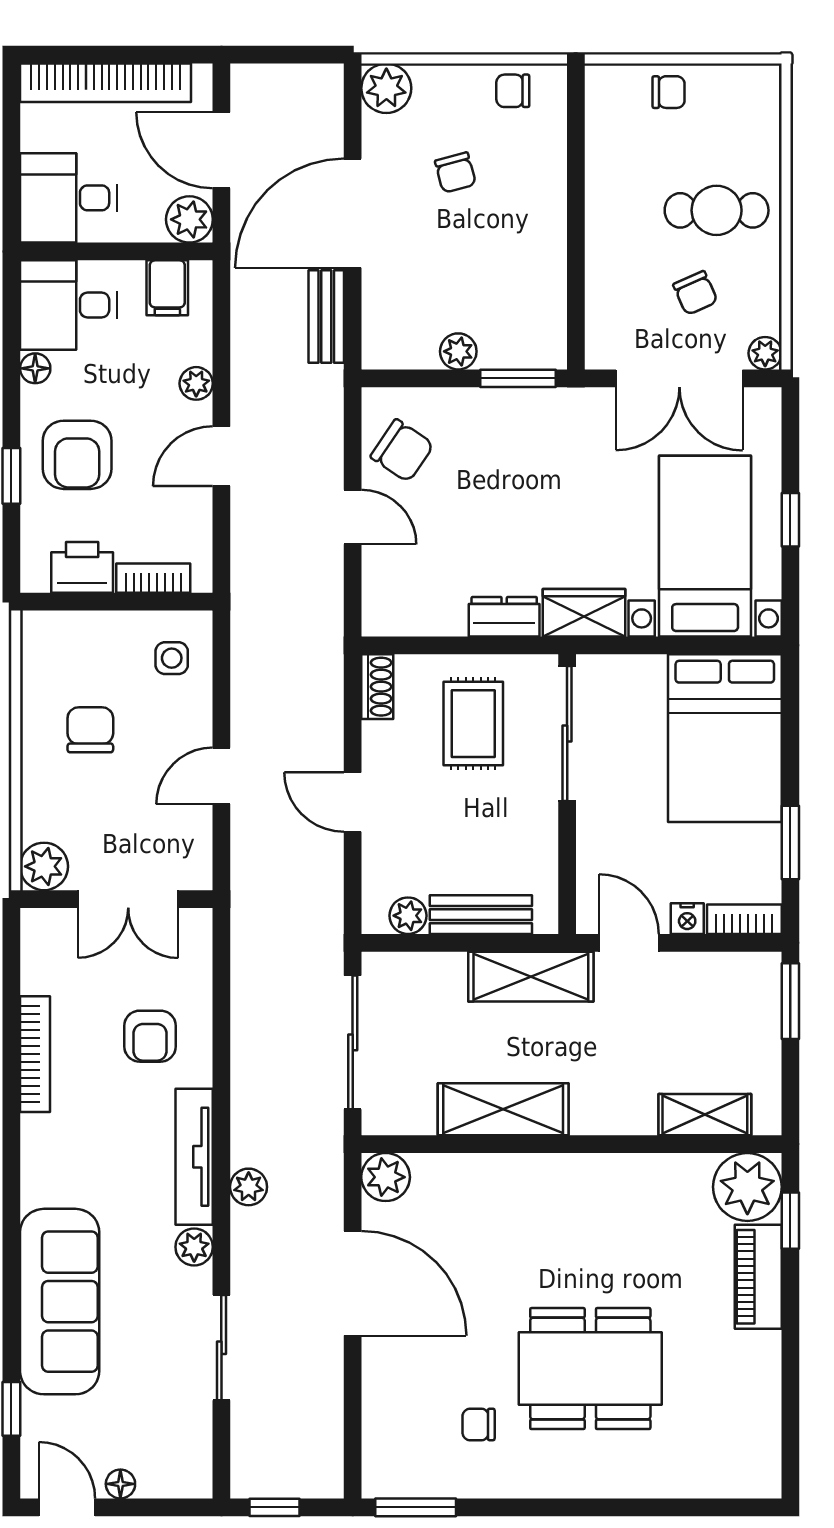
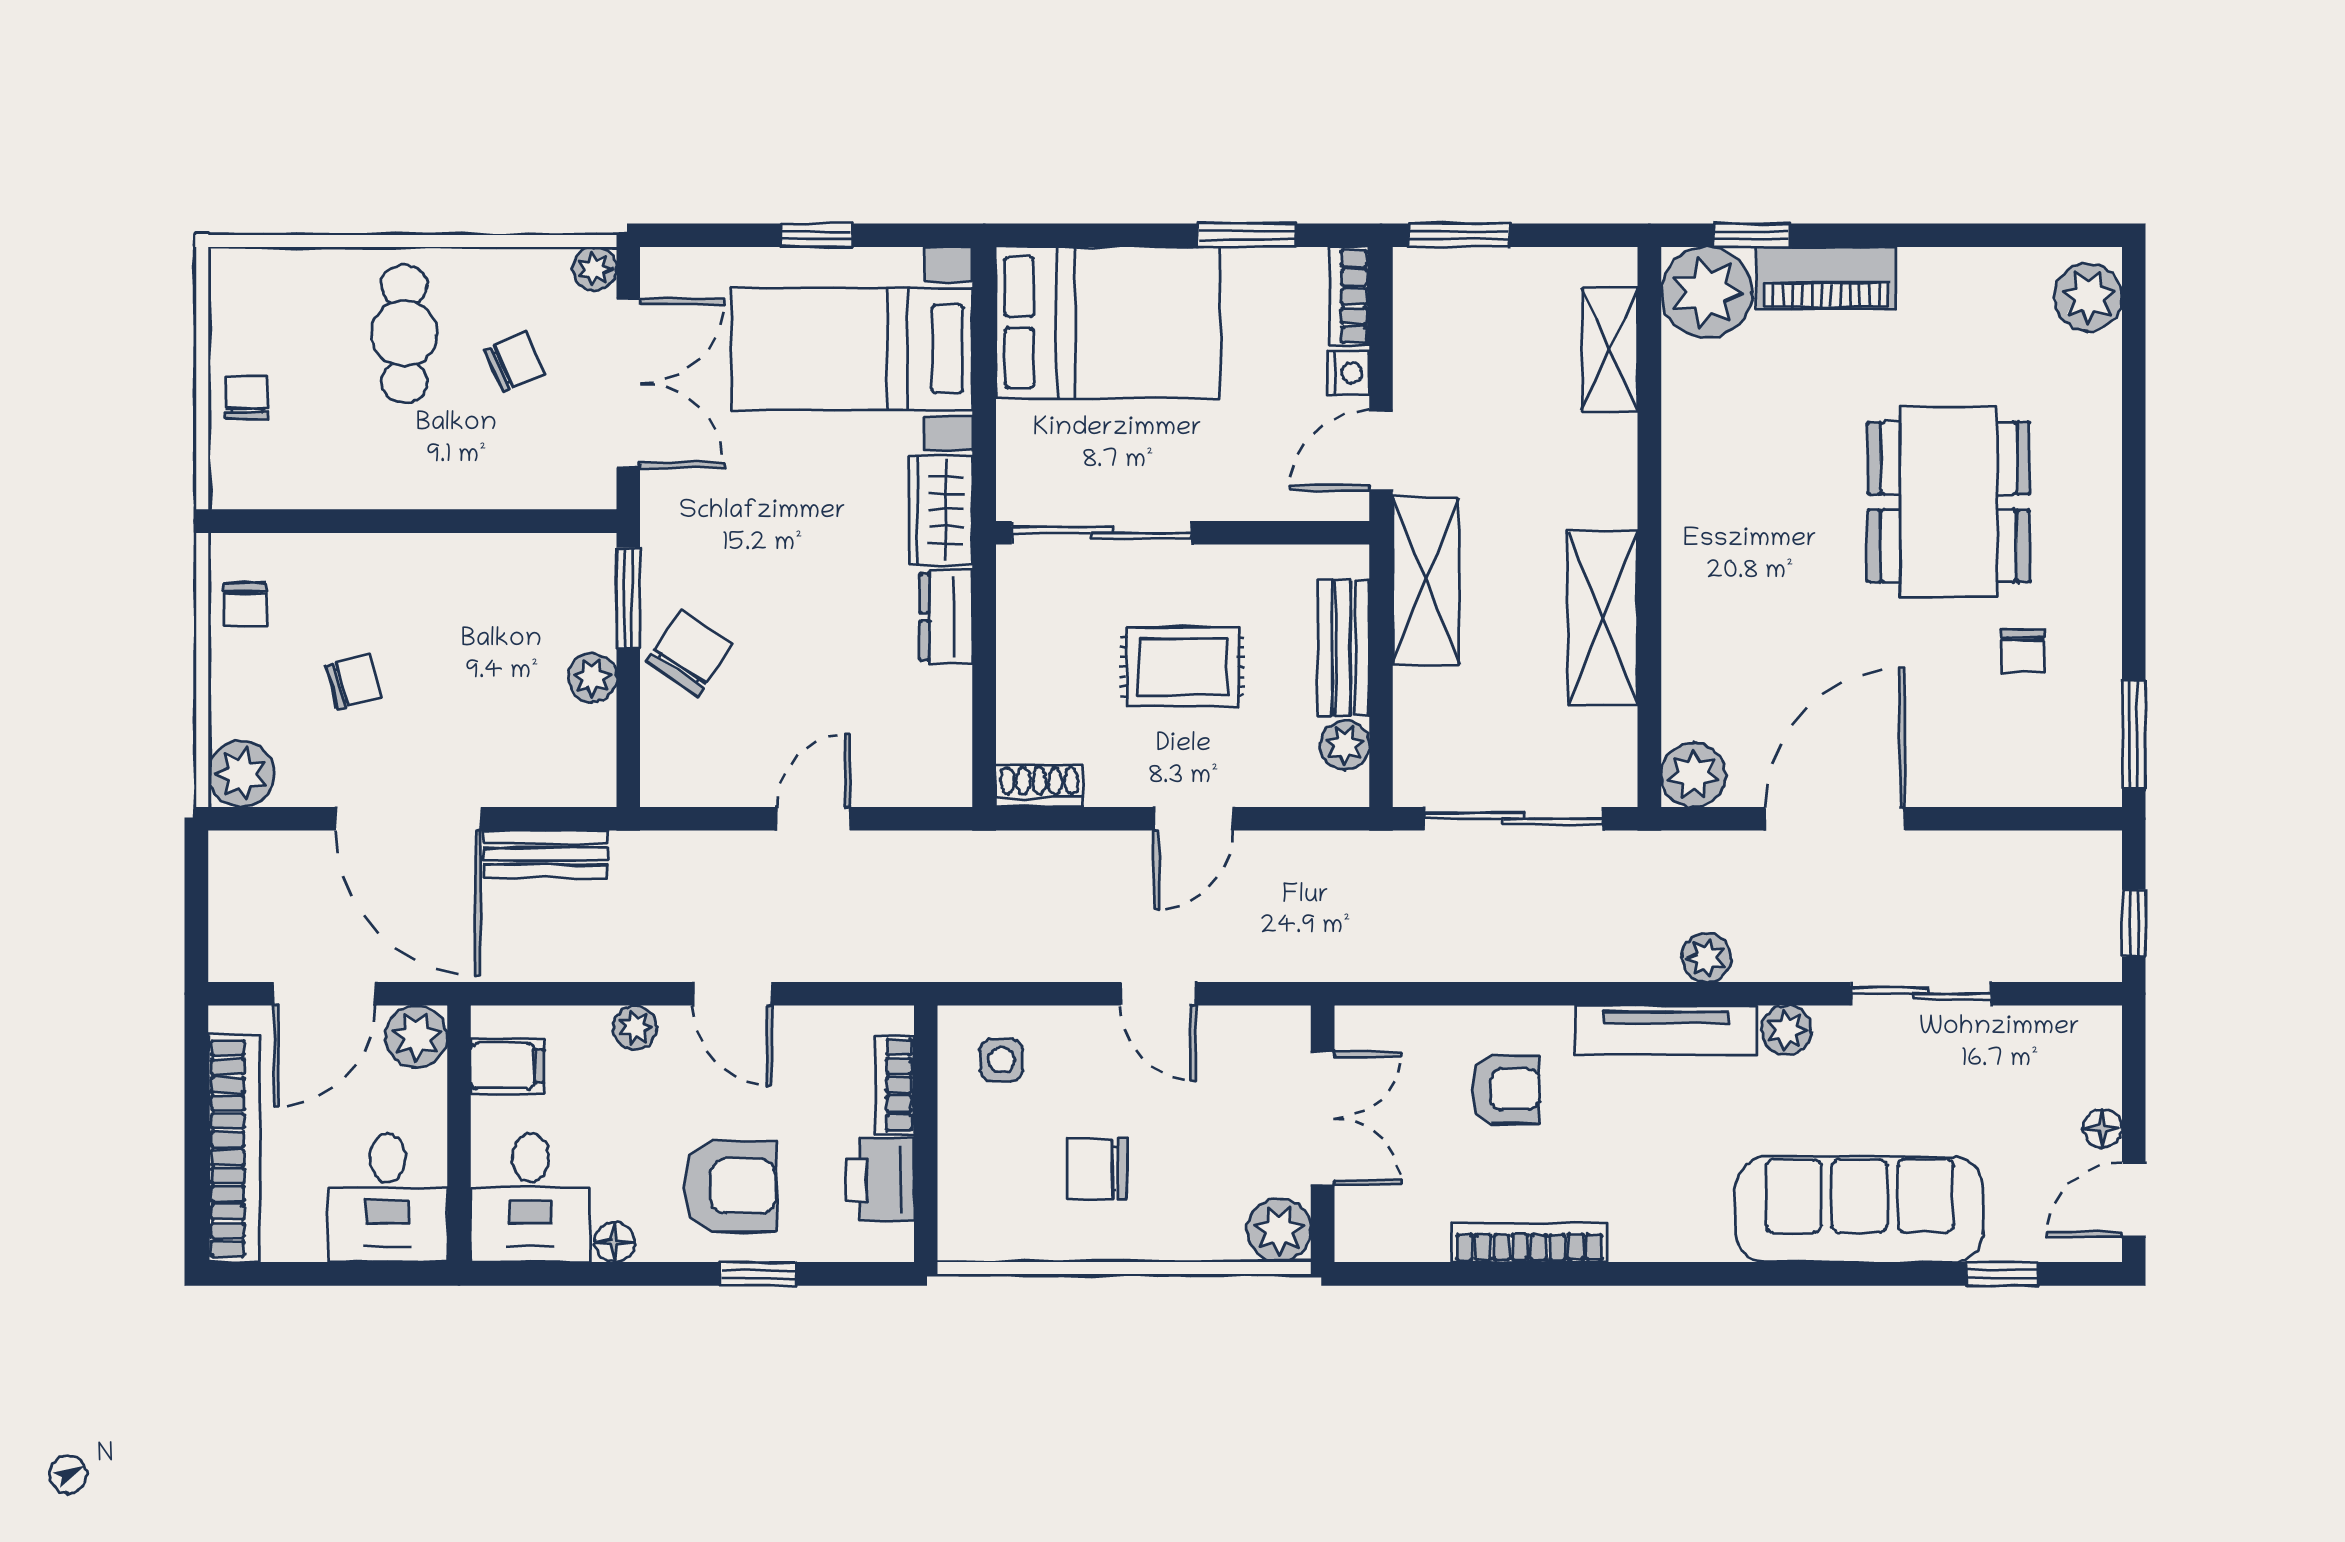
chair: (402, 451) -> (689, 653), moved
rug: (473, 724) -> (1183, 667), moved
plant: (744, 1473) -> (2088, 297), added

